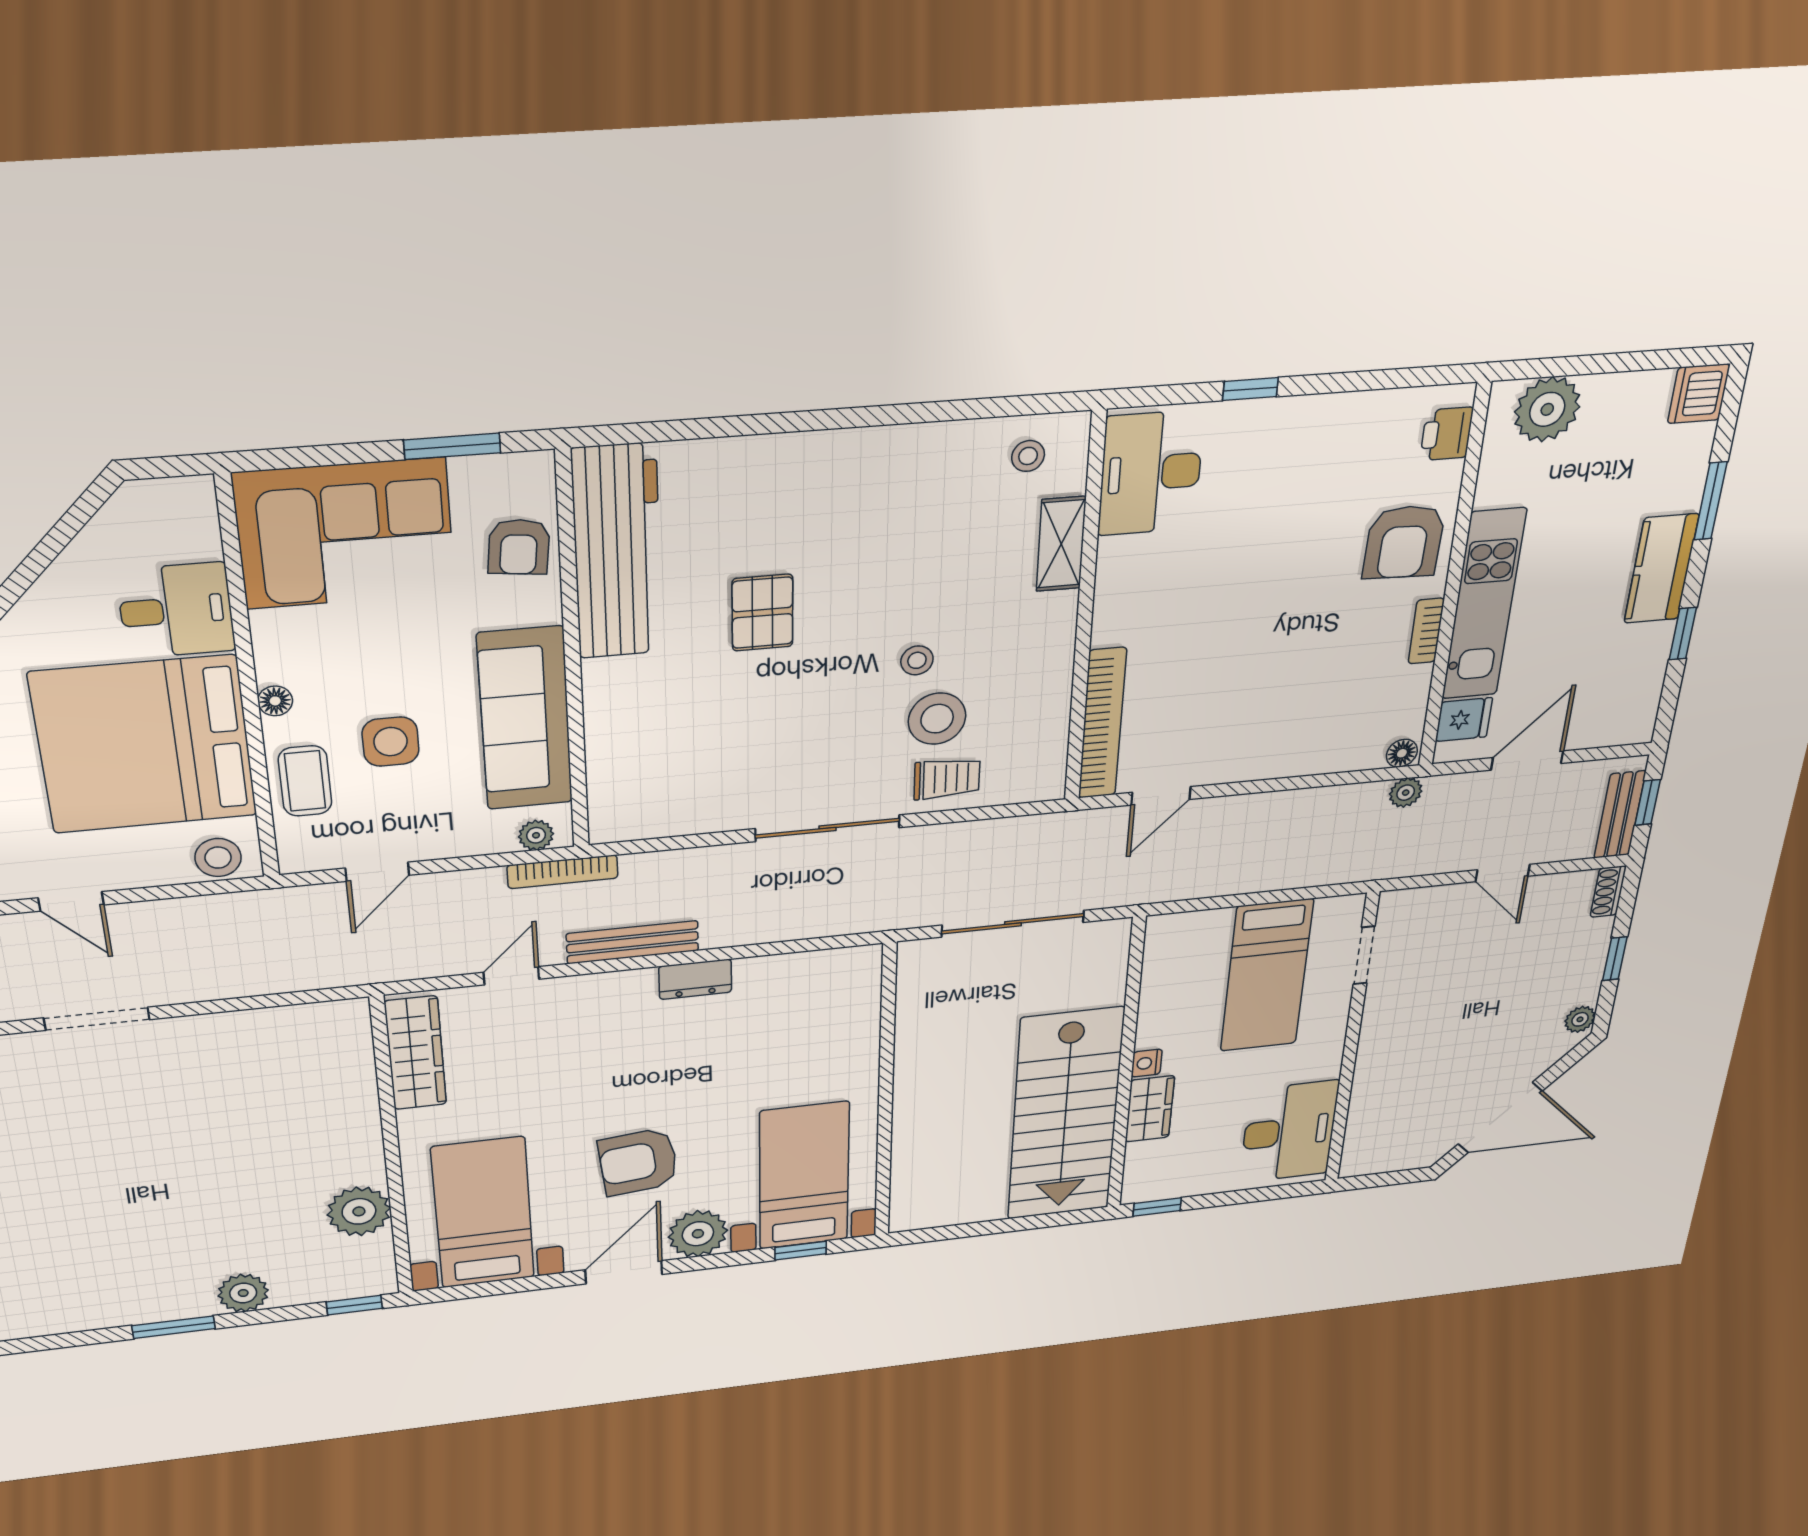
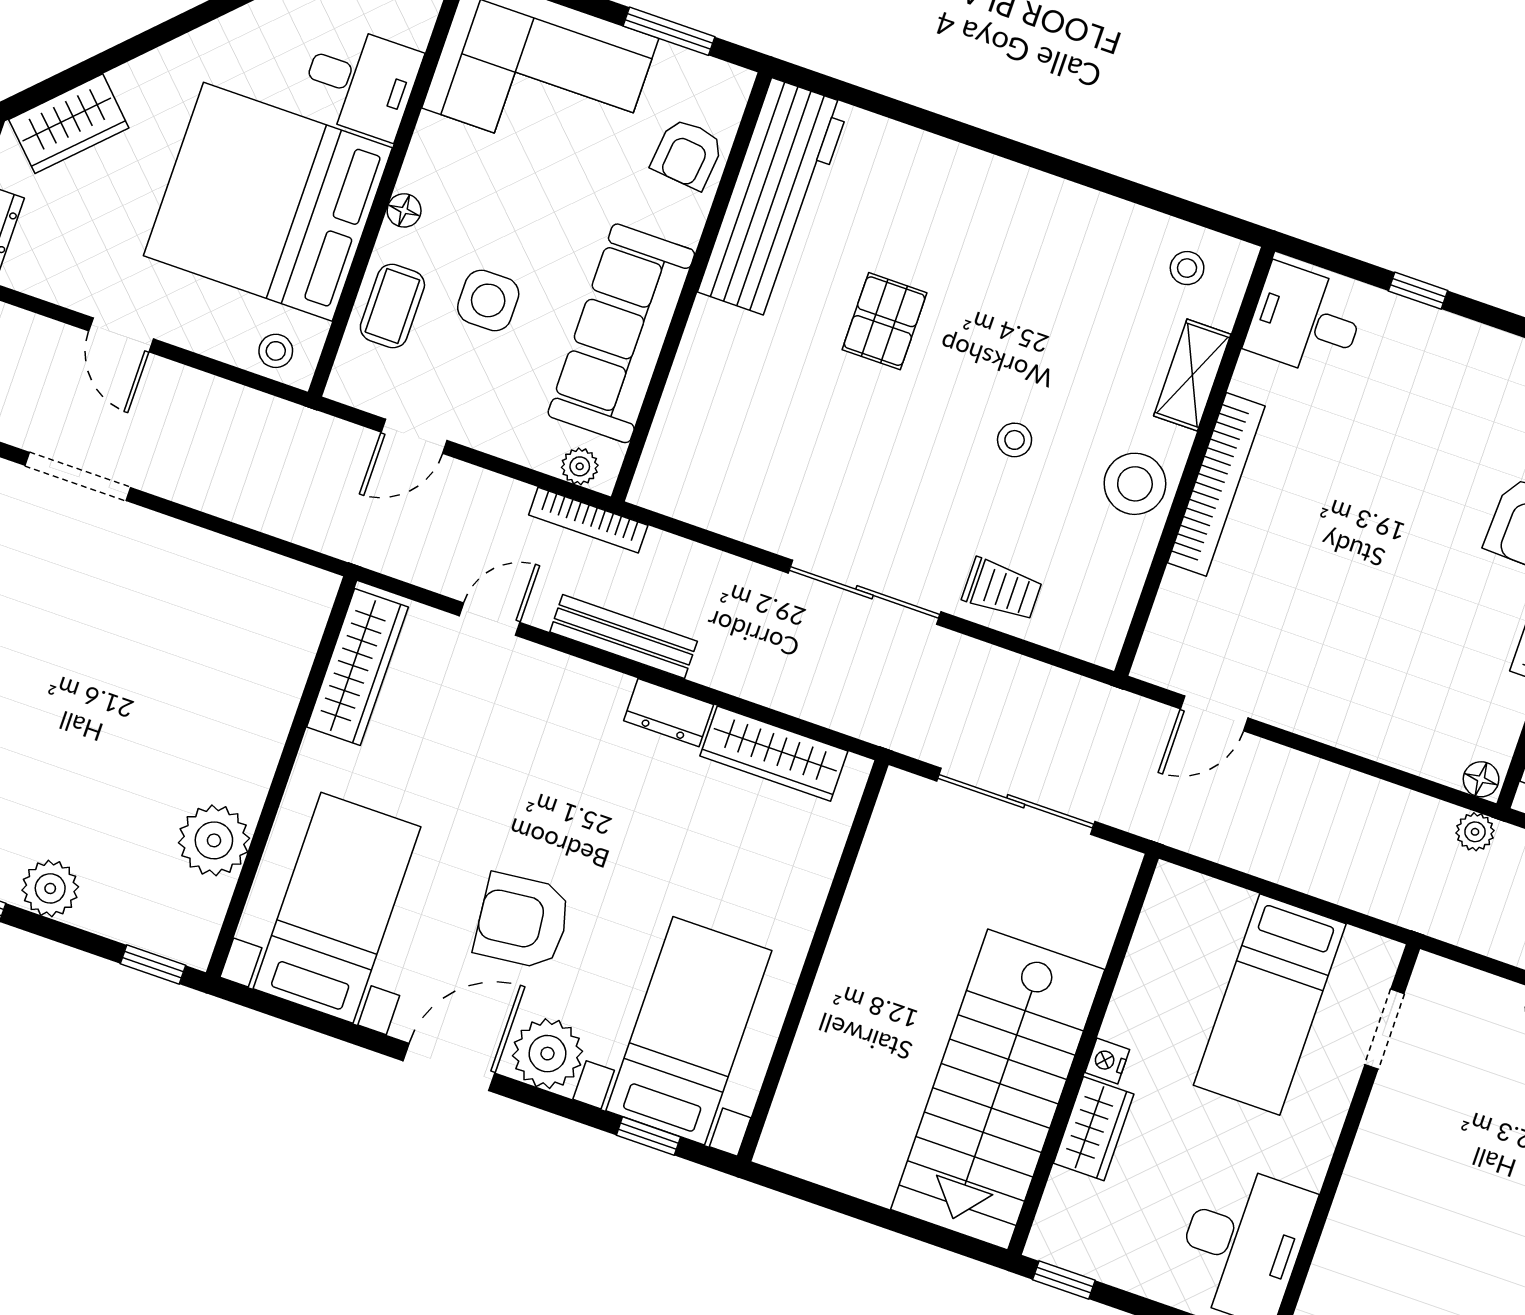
desk: (1151, 473) -> (1306, 320), width x0.73
stool: (937, 719) -> (1135, 484), moved
bookcase: (1102, 724) -> (1216, 484), moved
stool: (218, 858) -> (276, 351), width x0.73, depth x0.73
wardrobe: (797, 972) -> (774, 754), added

